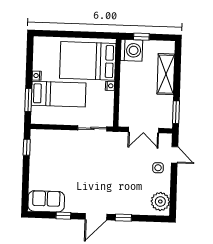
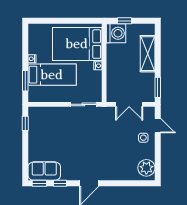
window: (123, 218) -> (39, 183), moved

